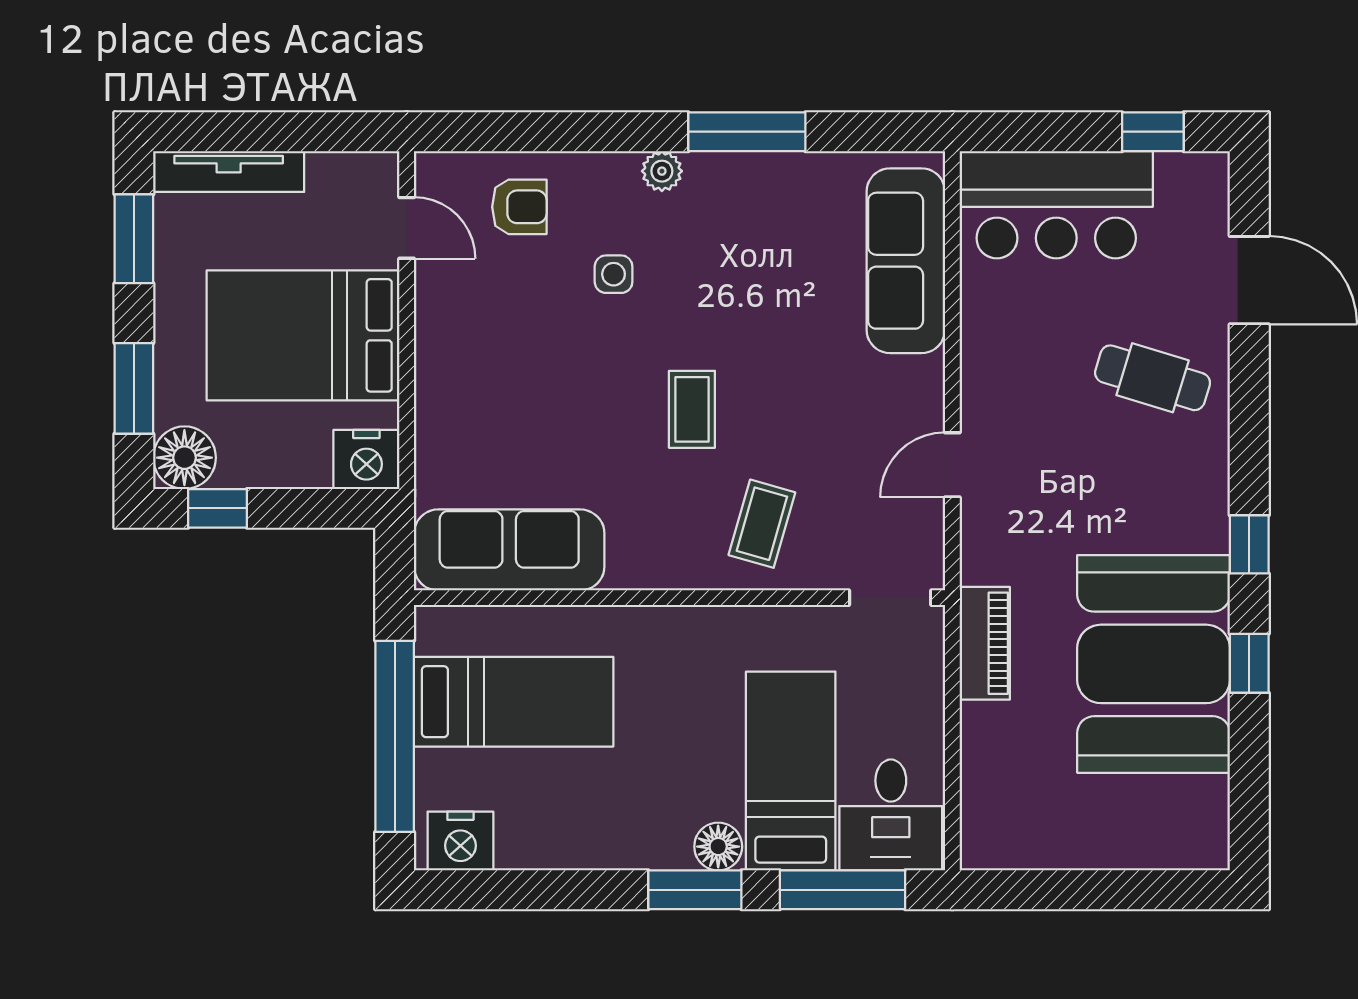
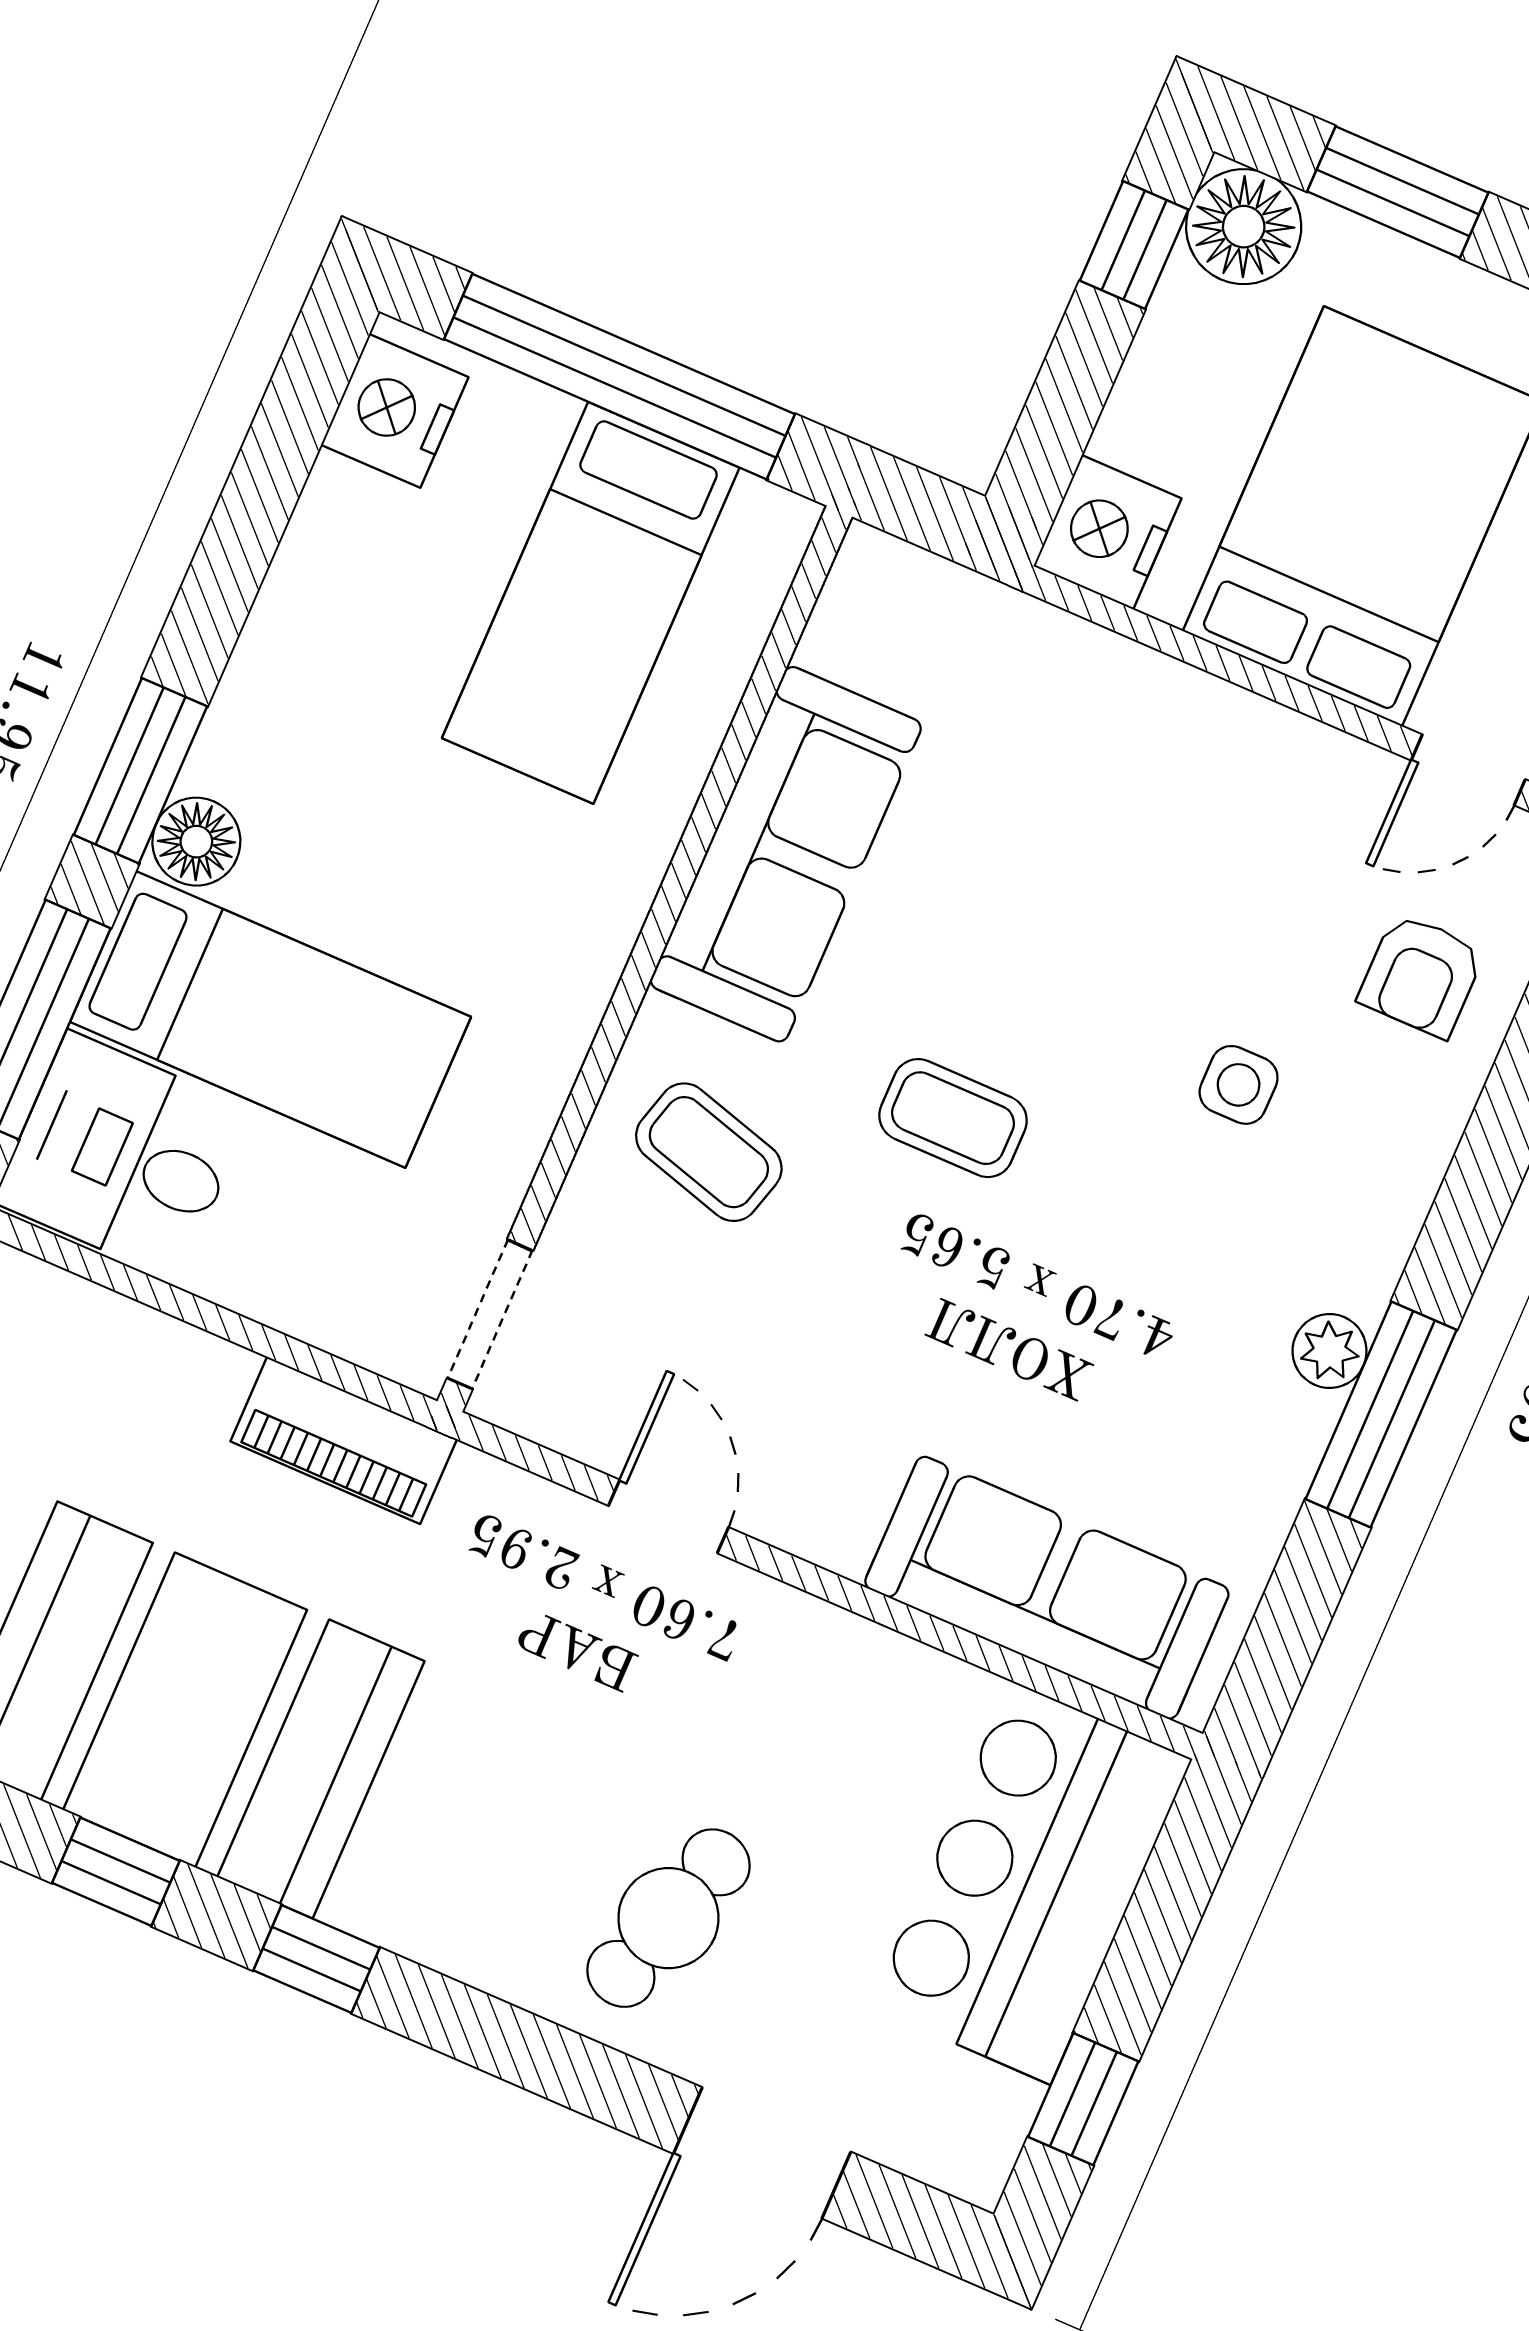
plant: (662, 171) -> (1330, 1351), moved
sofa: (509, 550) -> (786, 854), moved

